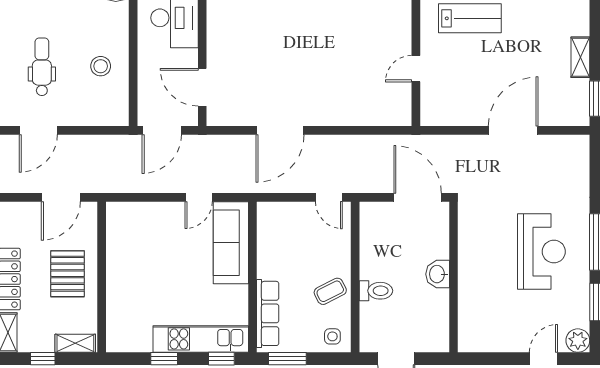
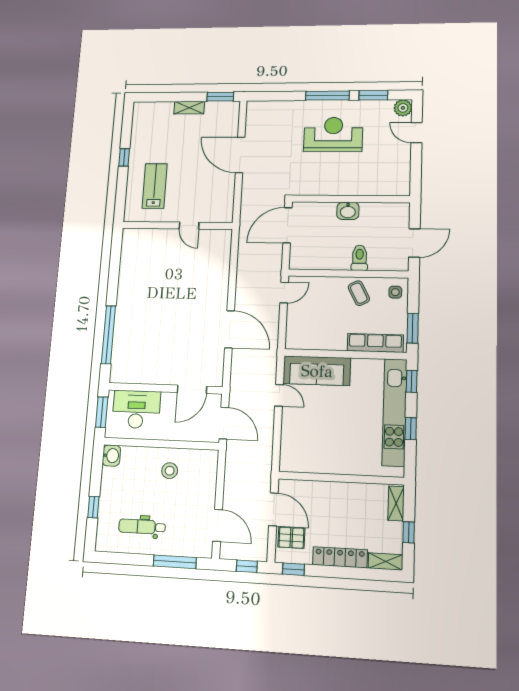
dental chair: (42, 67) -> (142, 527), moved
pallet: (68, 274) -> (291, 538), moved, width x0.67, depth x0.71
kitchen unit: (201, 339) -> (395, 412), width x1.36

